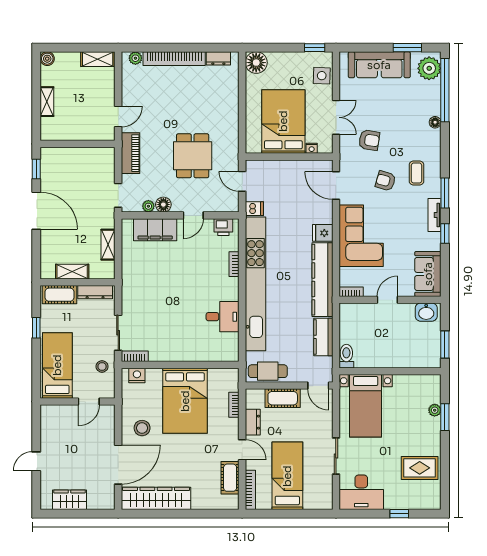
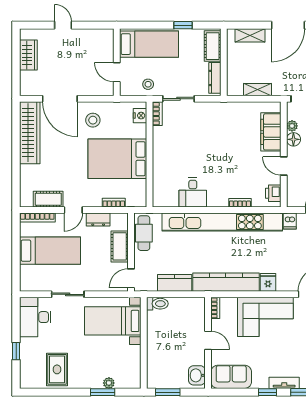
shelving: (72, 272) -> (250, 35), moved, turned 90

